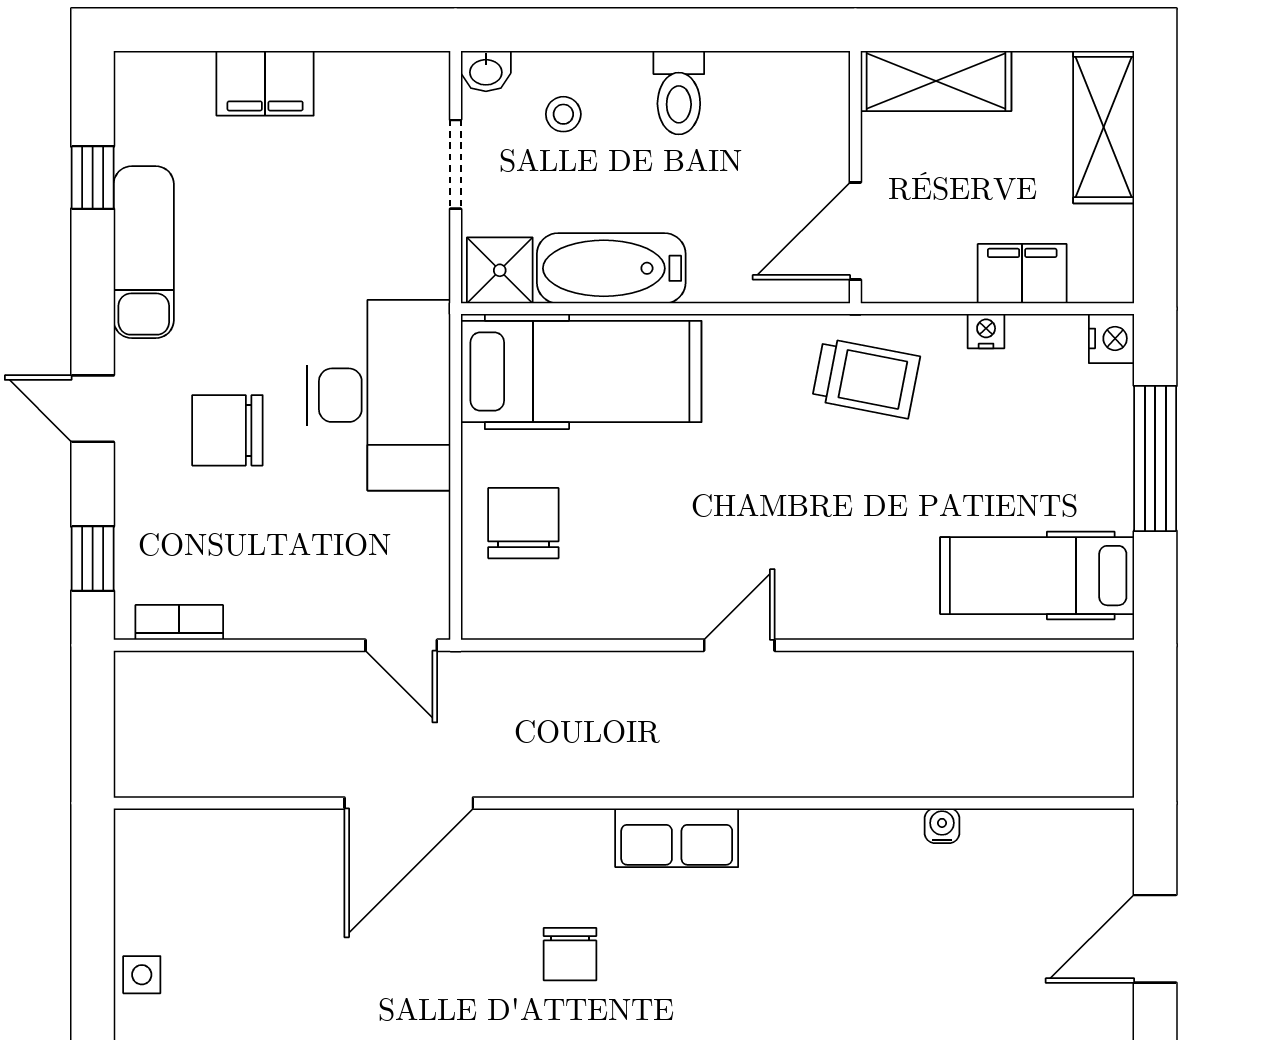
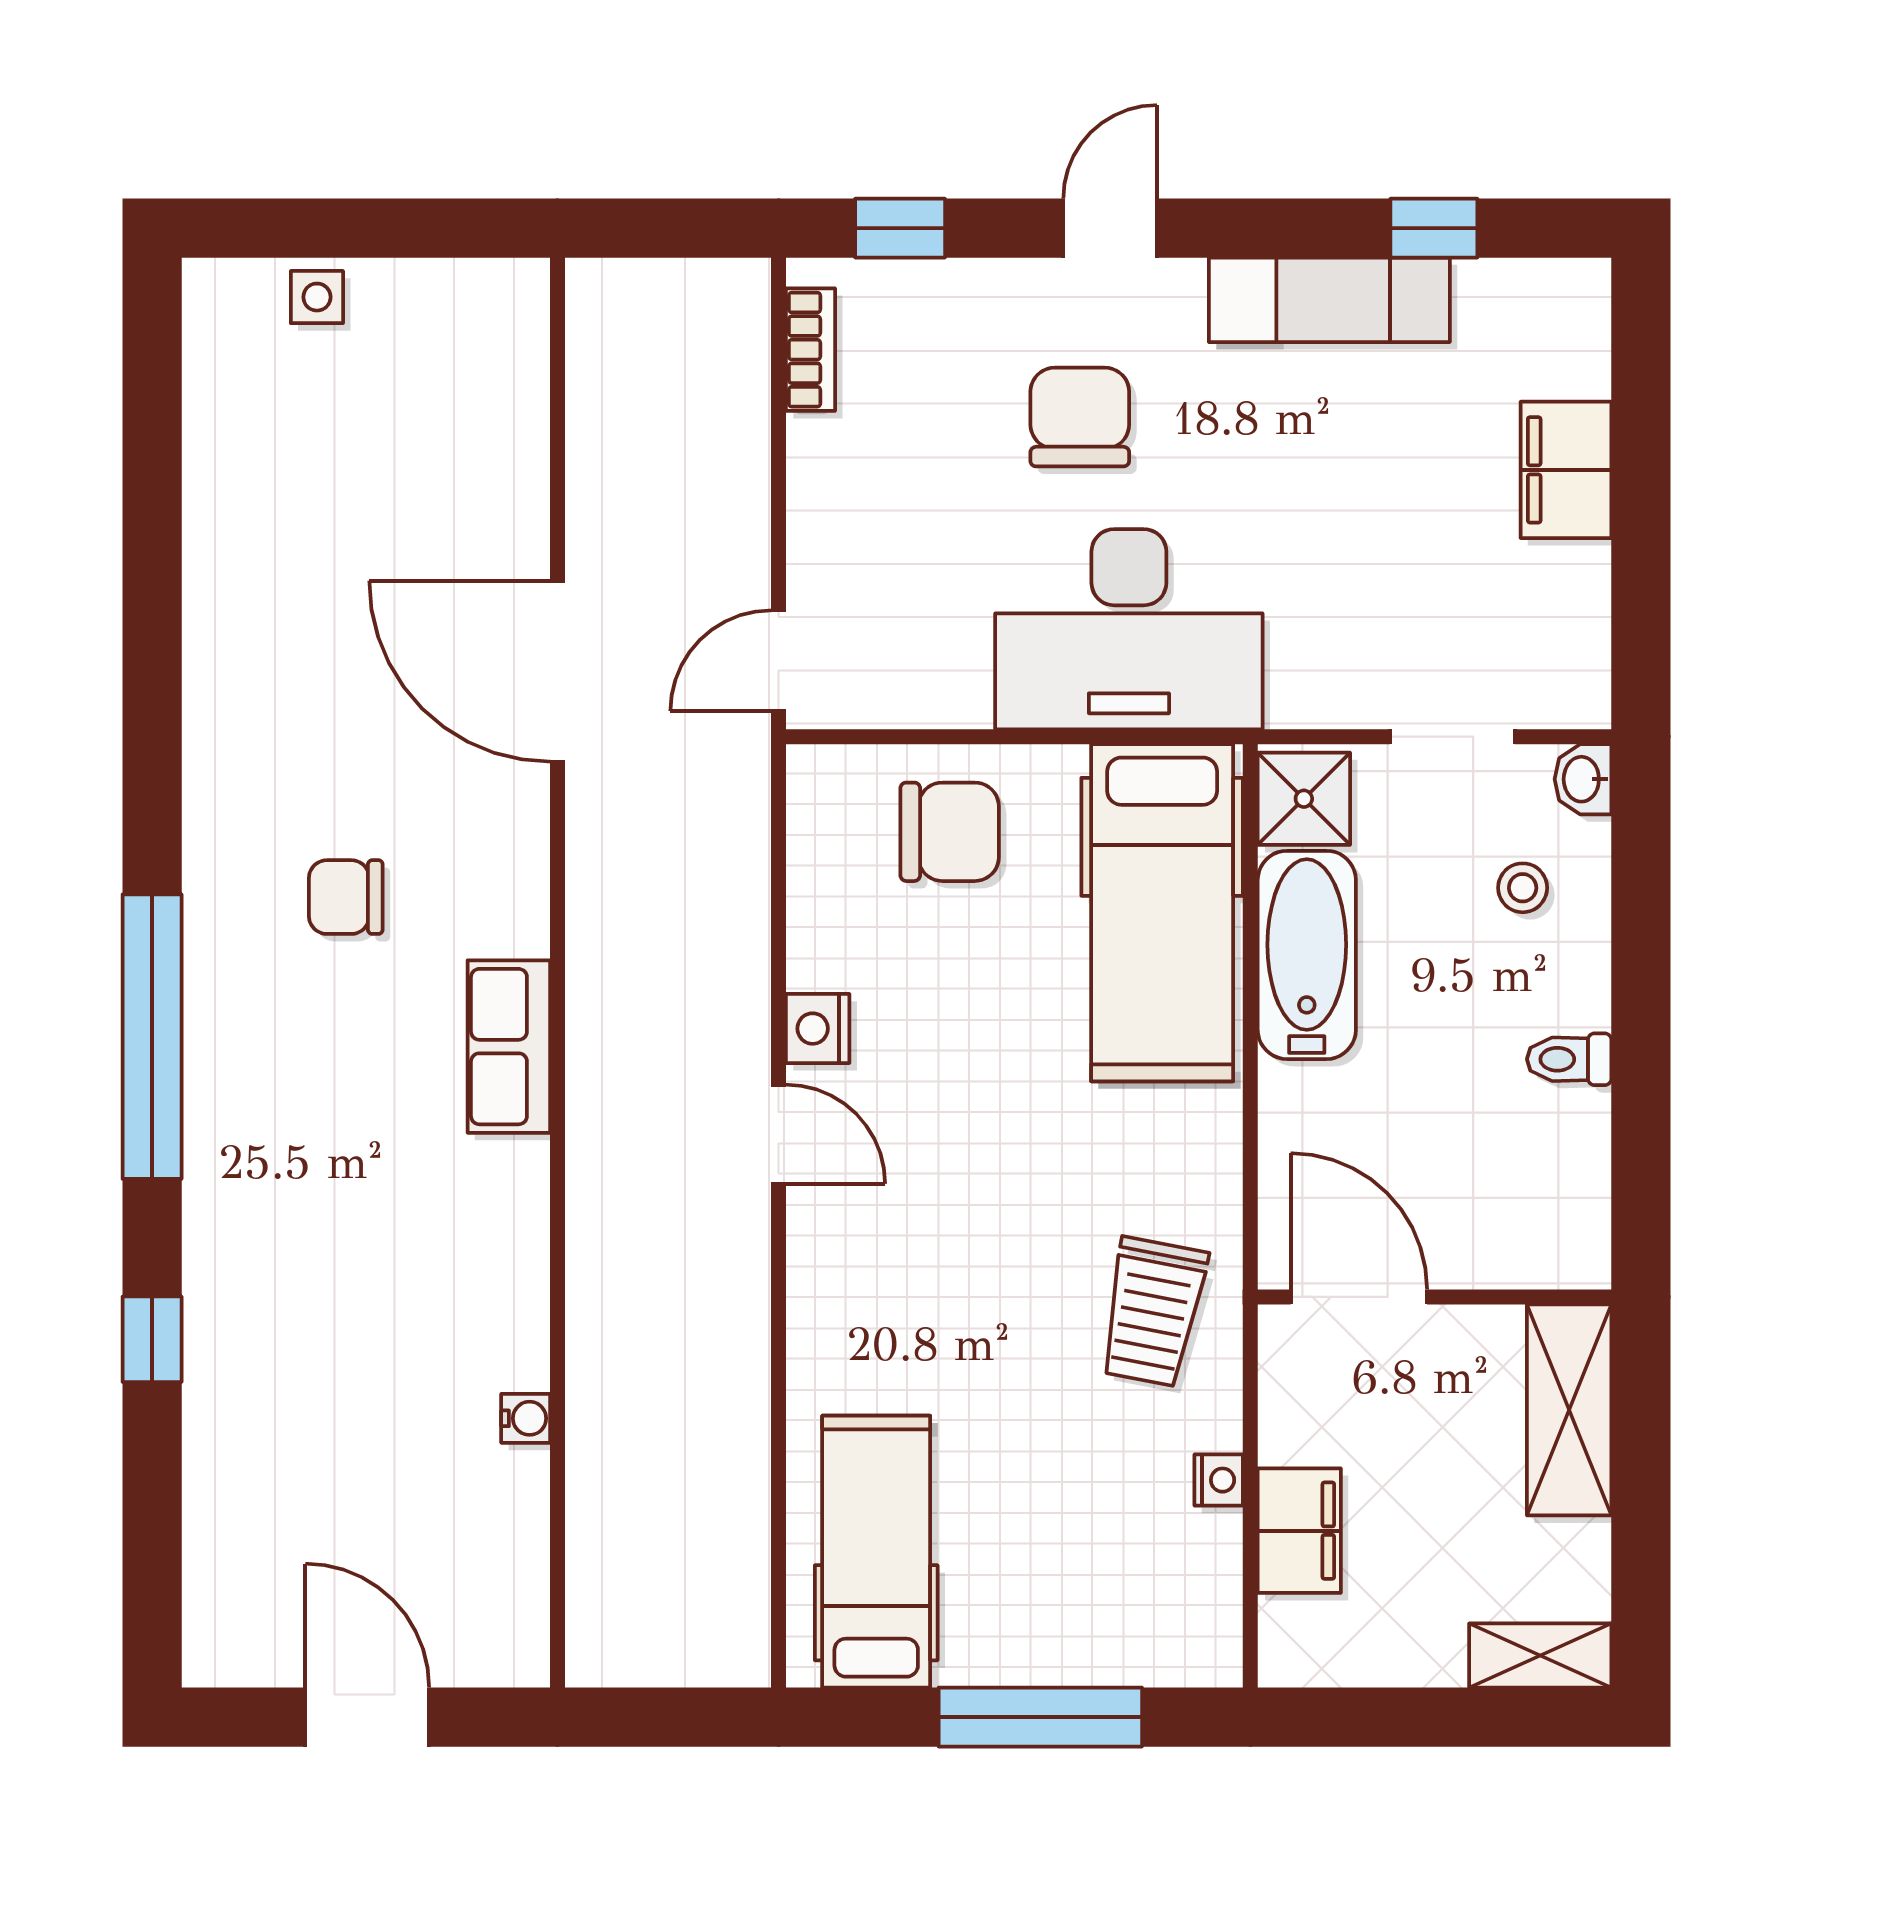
toilet: (679, 93) -> (1569, 1059), width x0.73, depth x0.72
shelving: (1104, 127) -> (1540, 1655), width x0.67, depth x0.75
nightstand: (1111, 338) -> (818, 1029), moved, turned 90

